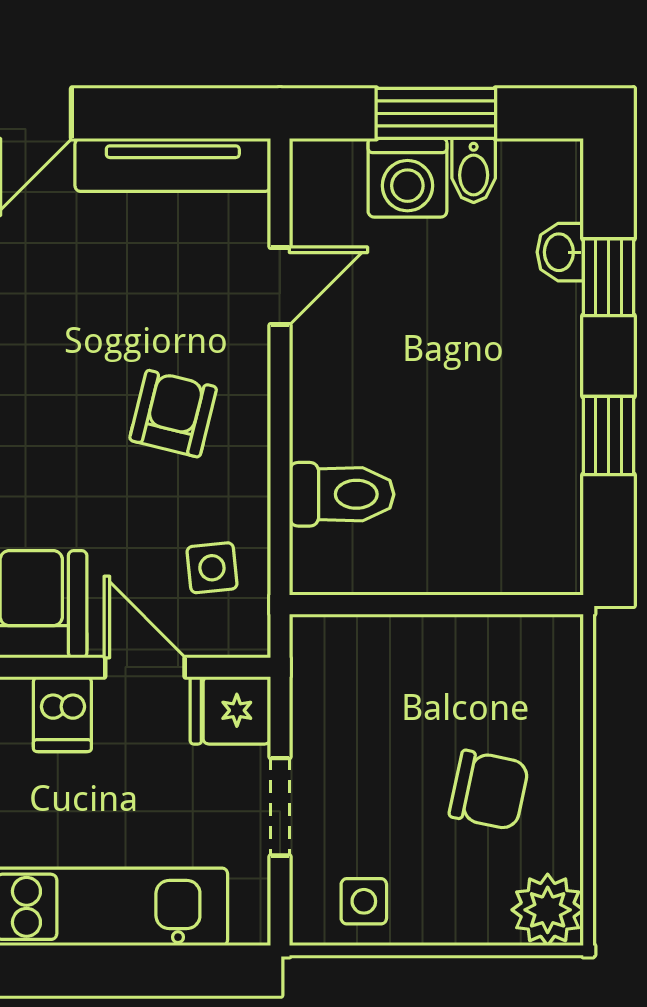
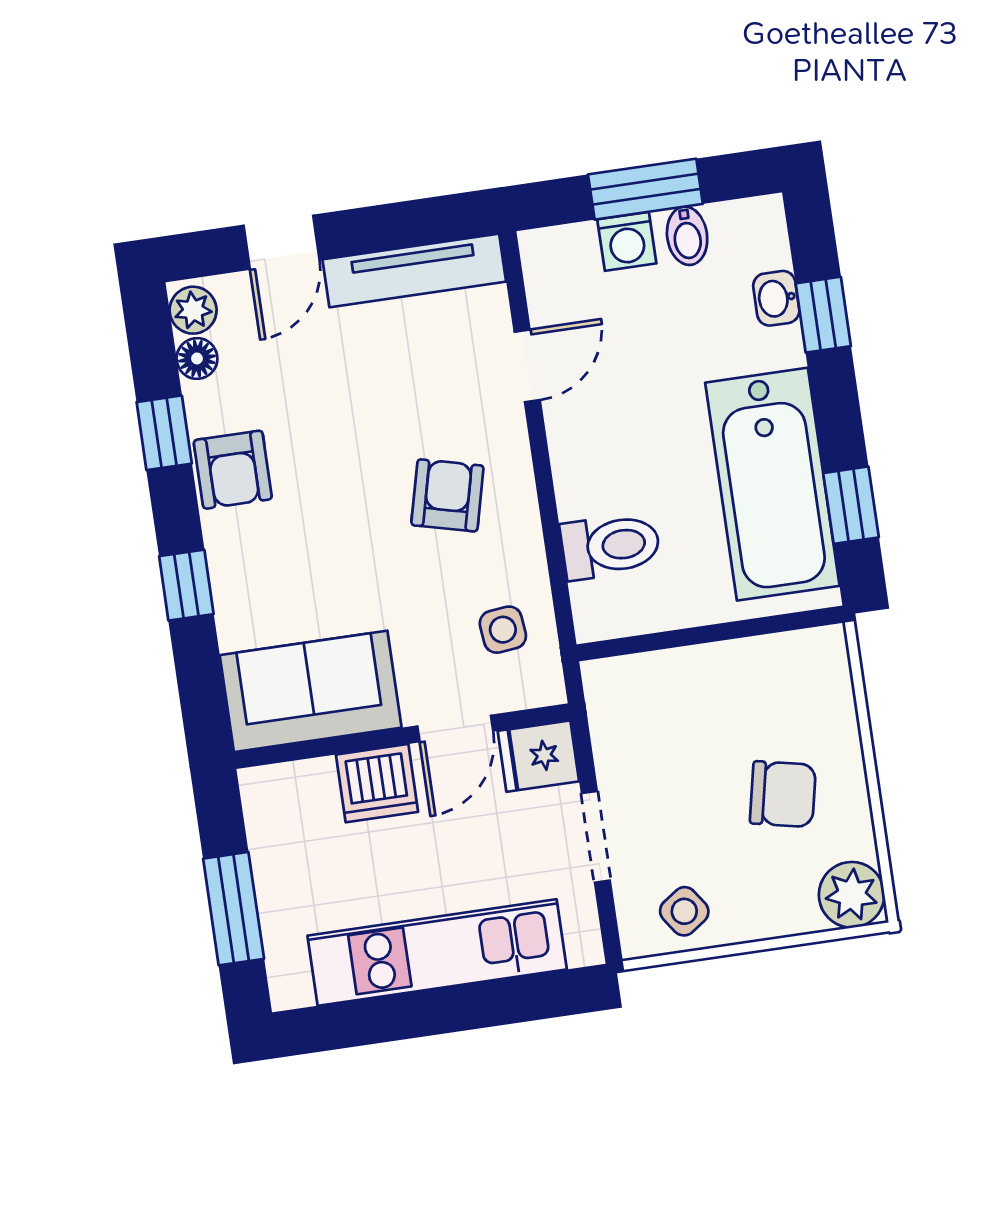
washing machine: (407, 178) -> (627, 241), width x0.73, depth x0.73
window: (608, 436) -> (851, 505), moved
bathtub: (527, 453) -> (772, 484), added
door: (145, 667) -> (455, 728), swing flipped
dishwasher: (62, 714) -> (377, 783), width x1.38
side table: (364, 901) -> (684, 911), turned -35

